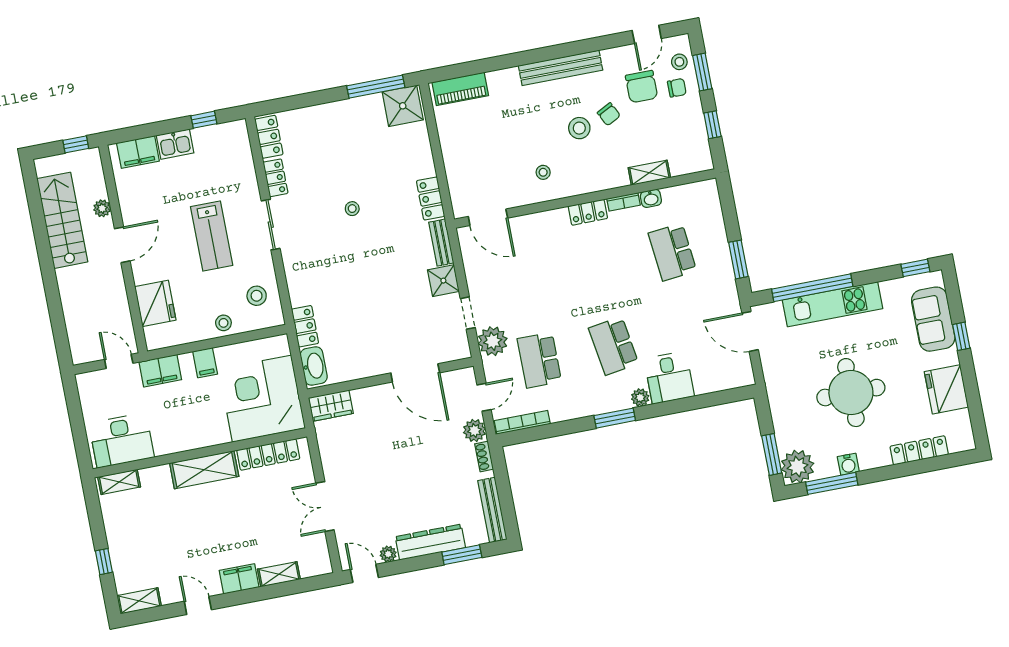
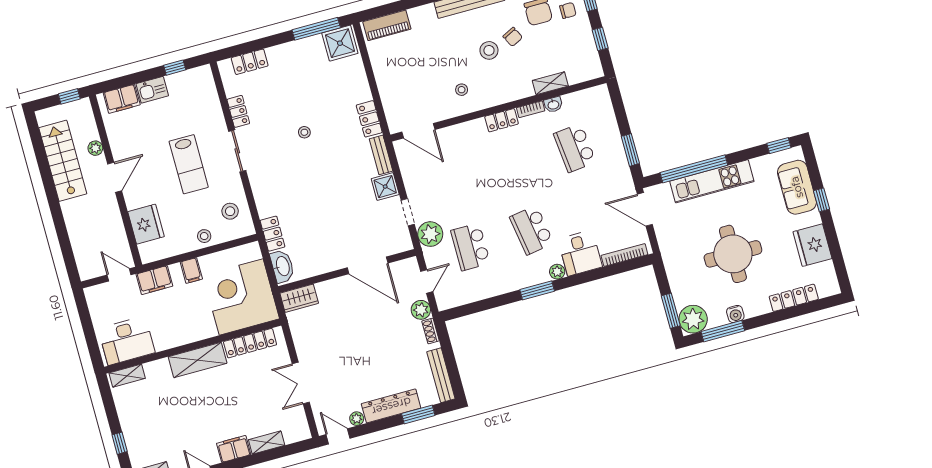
locker: (269, 137) -> (250, 62), moved, turned 90
bookcase: (522, 422) -> (624, 255), moved

